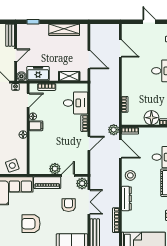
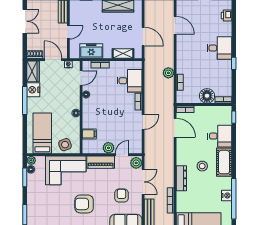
boiler: (21, 76) -> (74, 54), removed
filing cabinet: (36, 126) -> (89, 134), moved
plant: (114, 130) -> (168, 73), moved
stool: (130, 175) -> (202, 166), moved
armchair: (69, 205) -> (121, 196), moved

